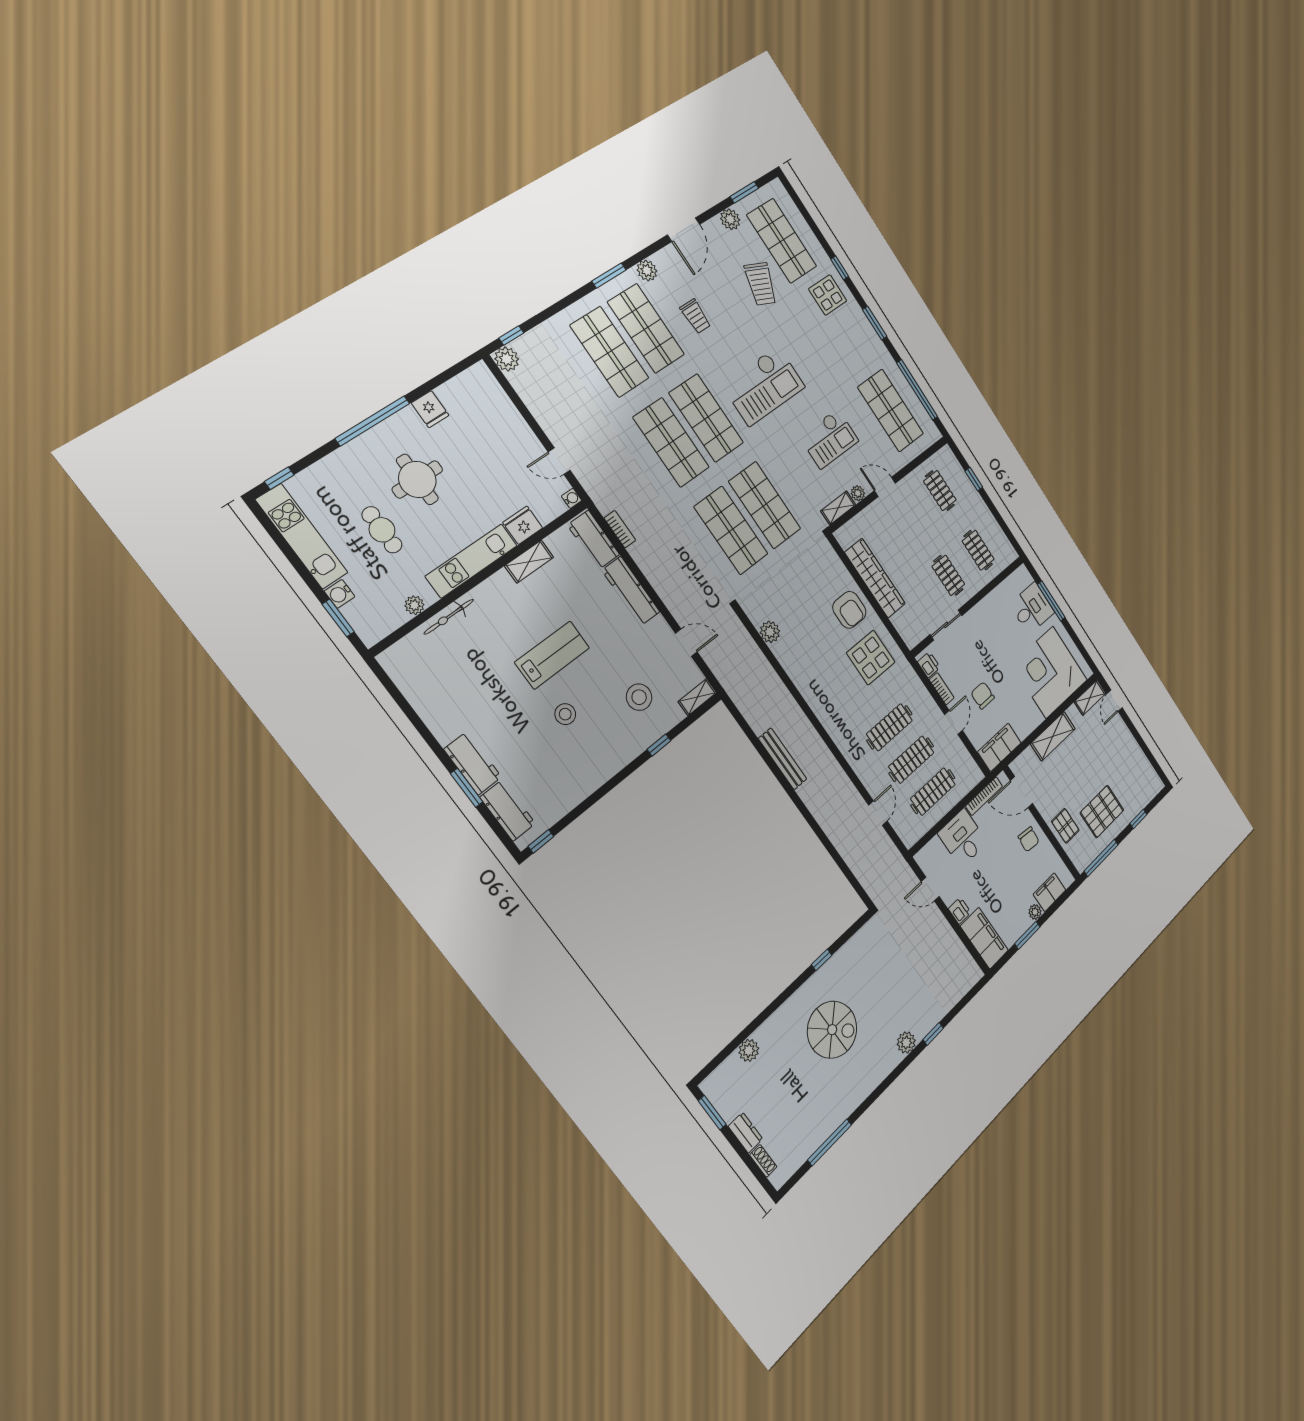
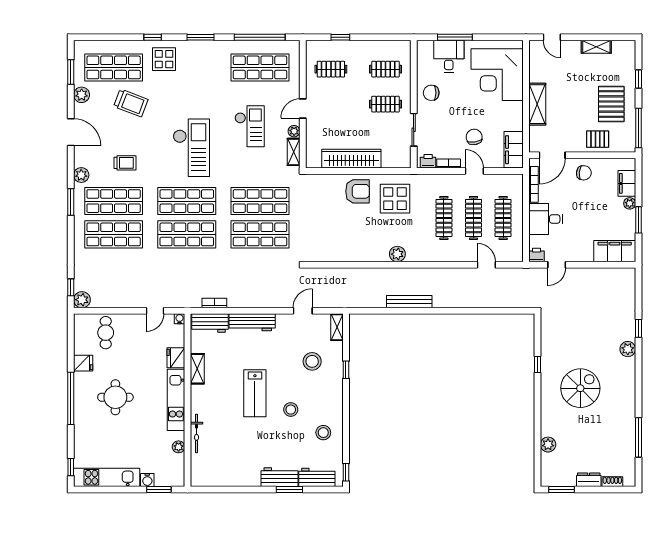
cafe table: (382, 530) -> (106, 333), moved, turned 90
chair: (990, 616) -> (431, 93), added
plant: (770, 632) -> (397, 254), moved
lab bench: (552, 655) -> (255, 393), turned 180
chair: (983, 695) -> (474, 137), turned 81
shelving: (1090, 698) -> (596, 47), moved, turned 90
stool: (567, 775) -> (323, 433), added
printer: (960, 911) -> (536, 255), moved

